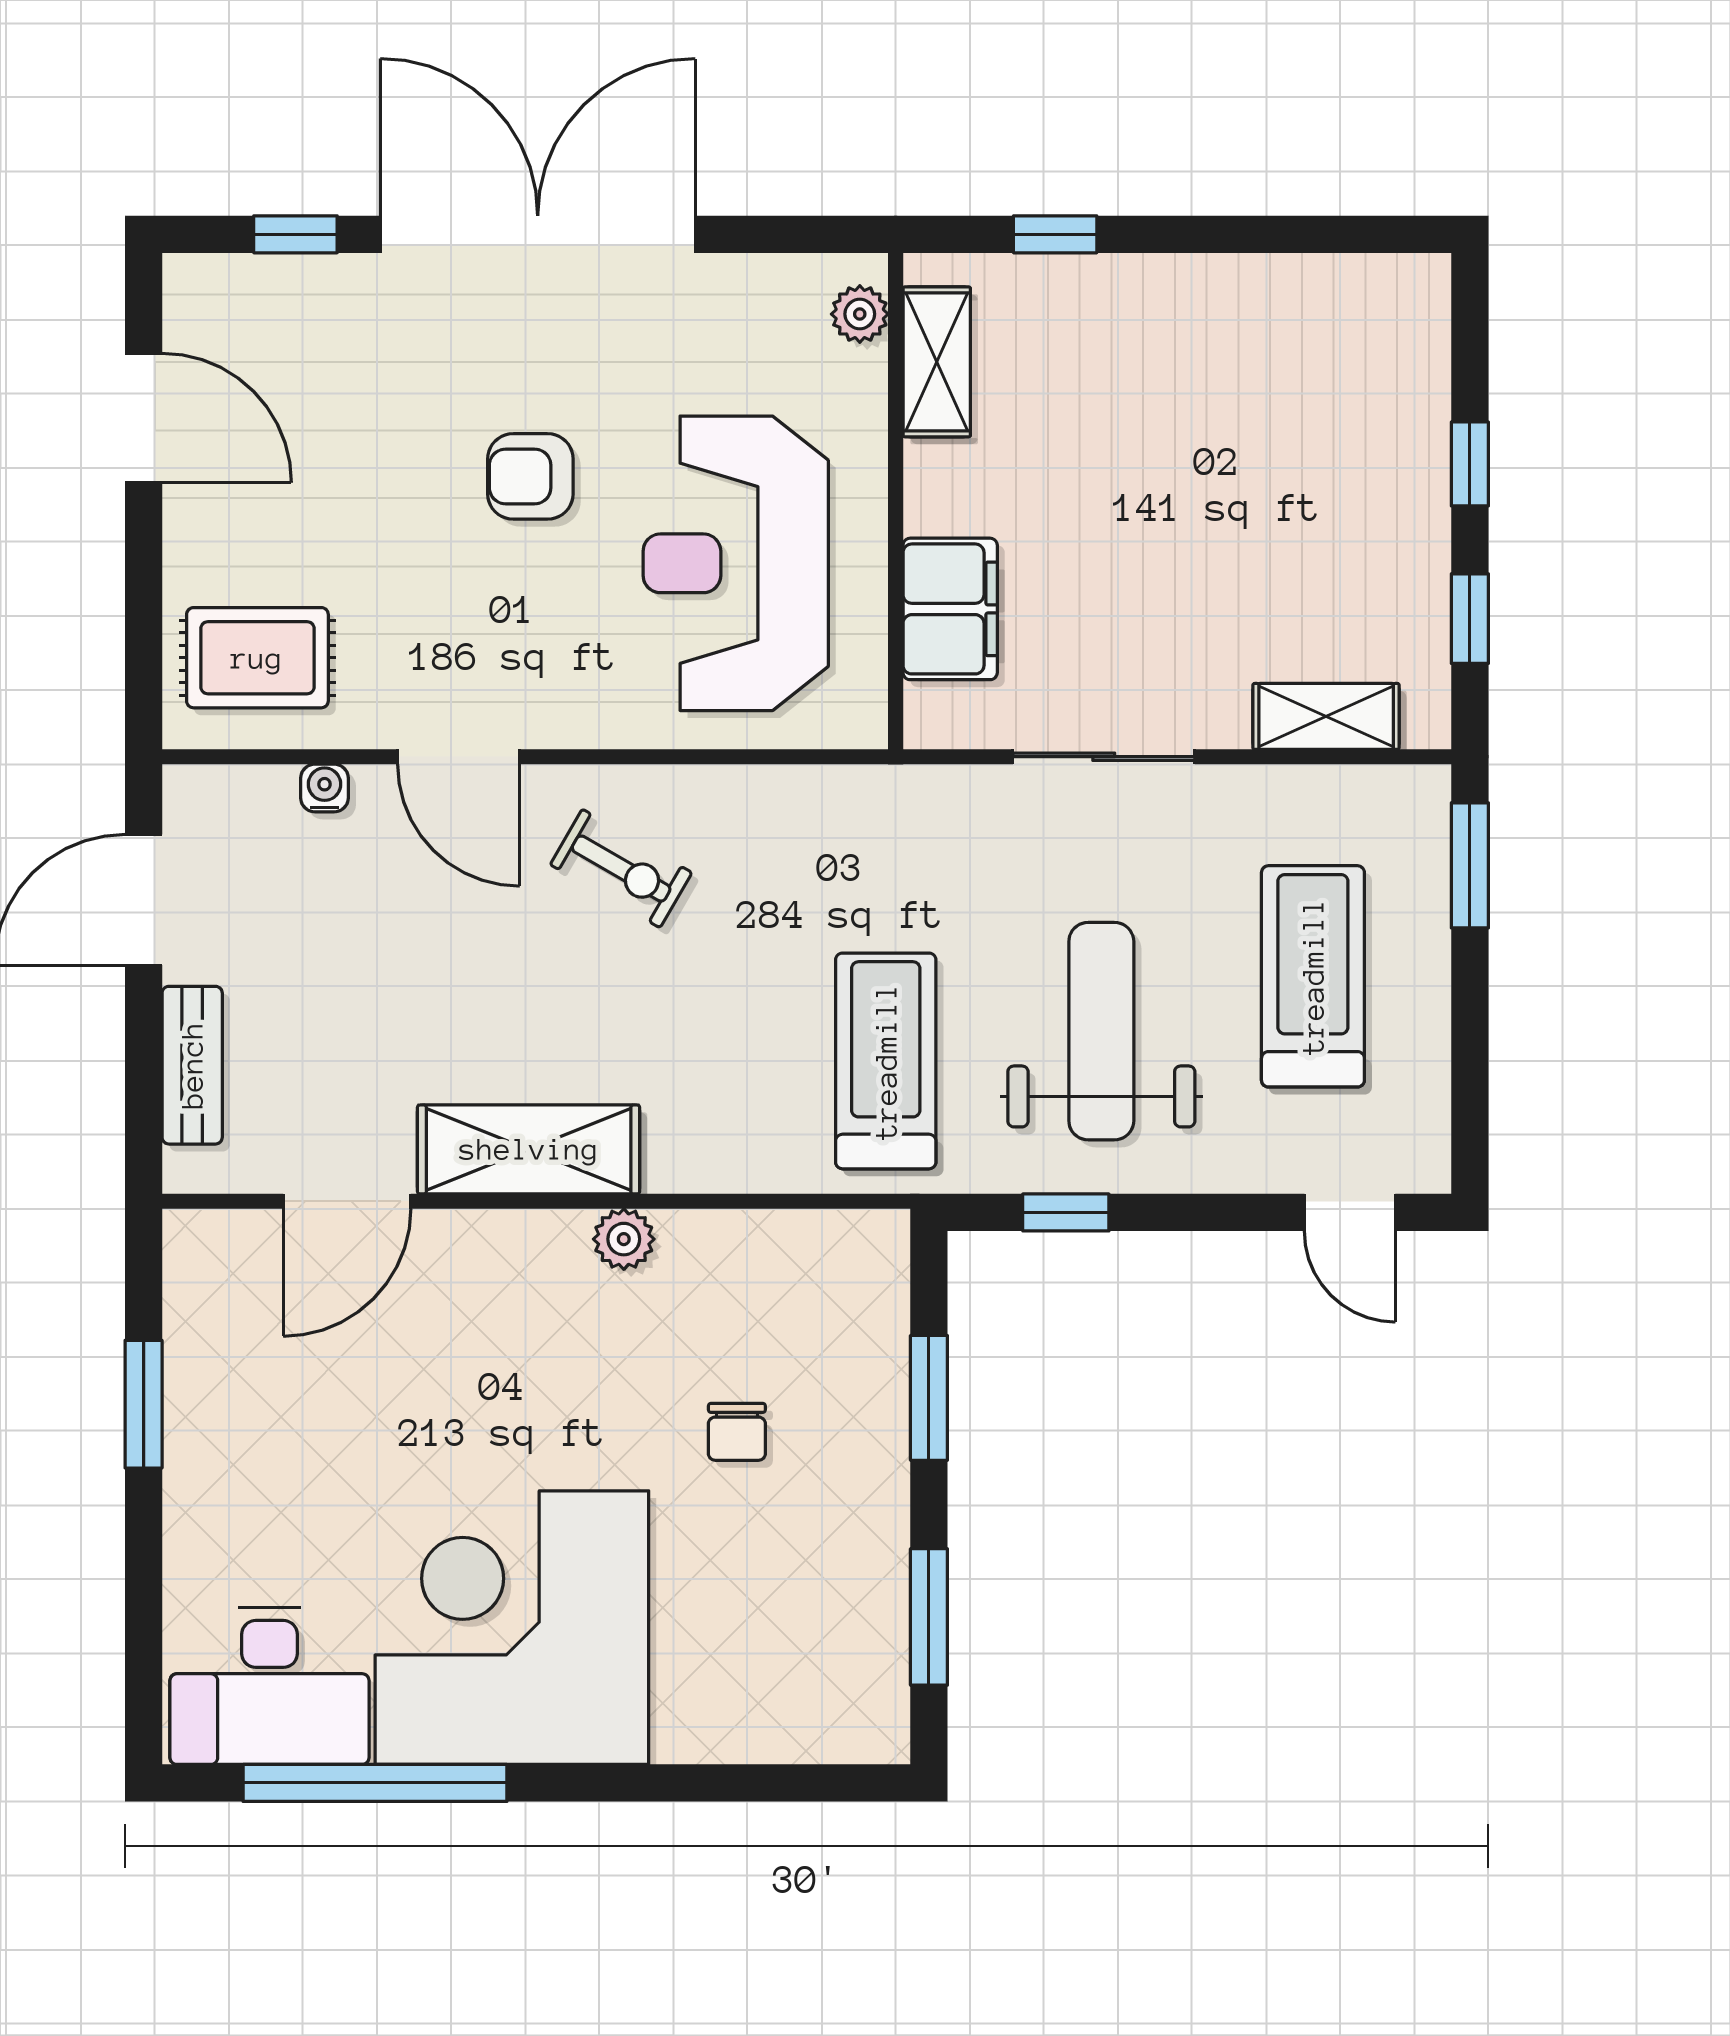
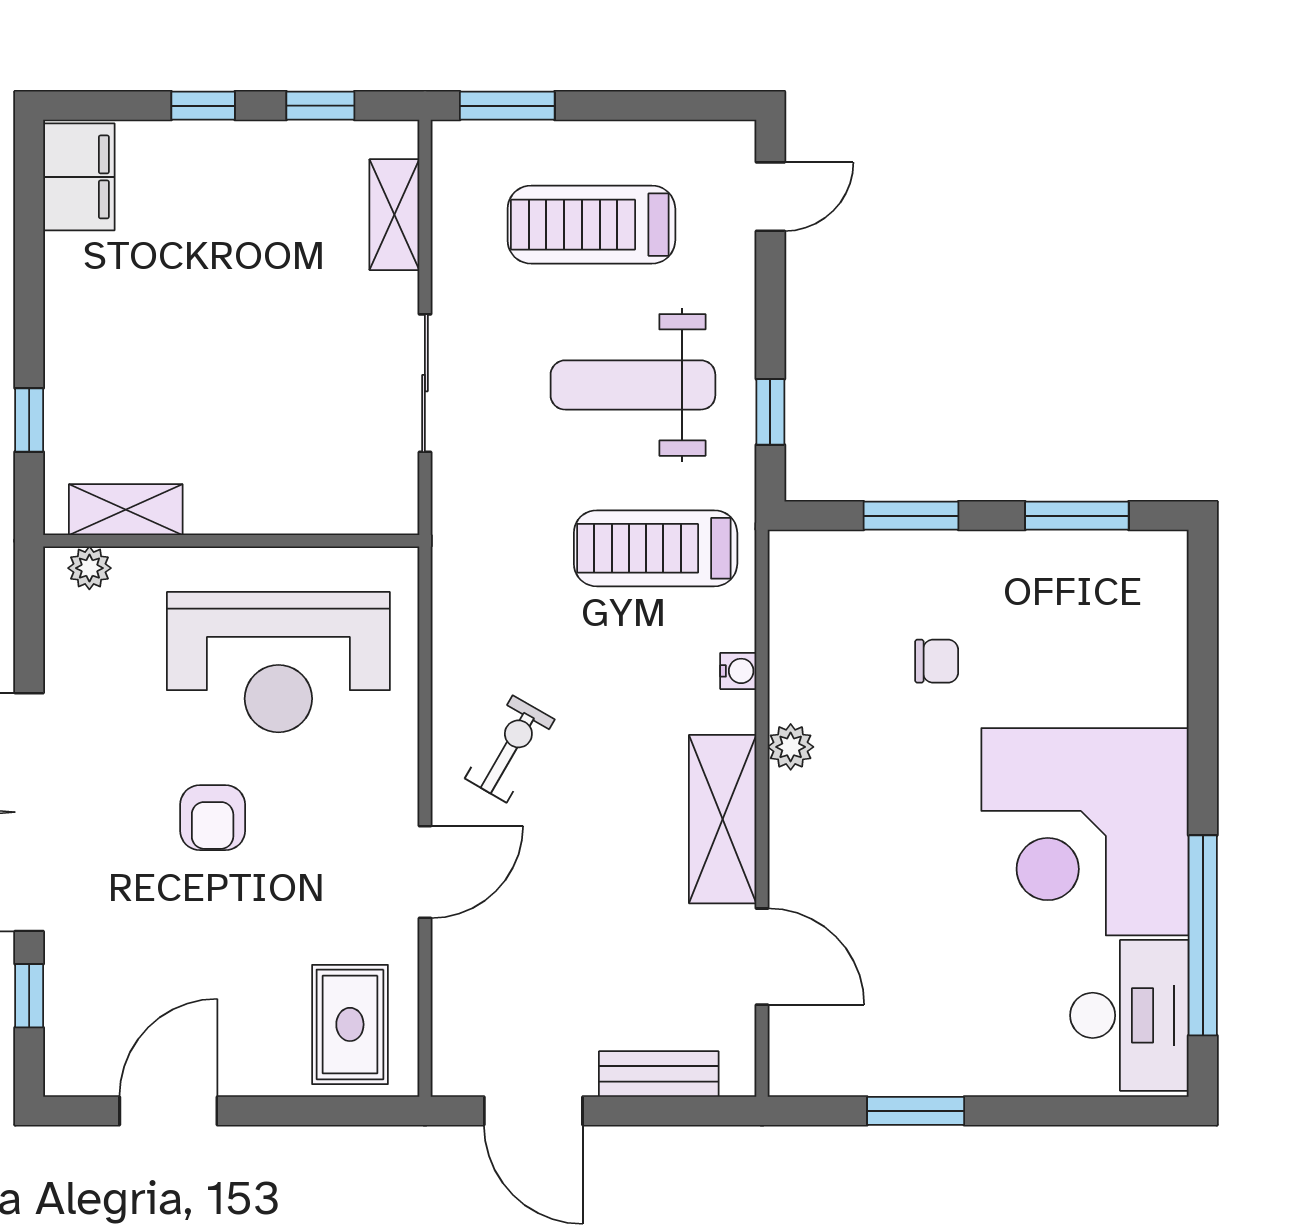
filing cabinet: (950, 609) -> (79, 177), moved, turned 90
water cooler: (325, 788) -> (738, 671), moved, turned 180

